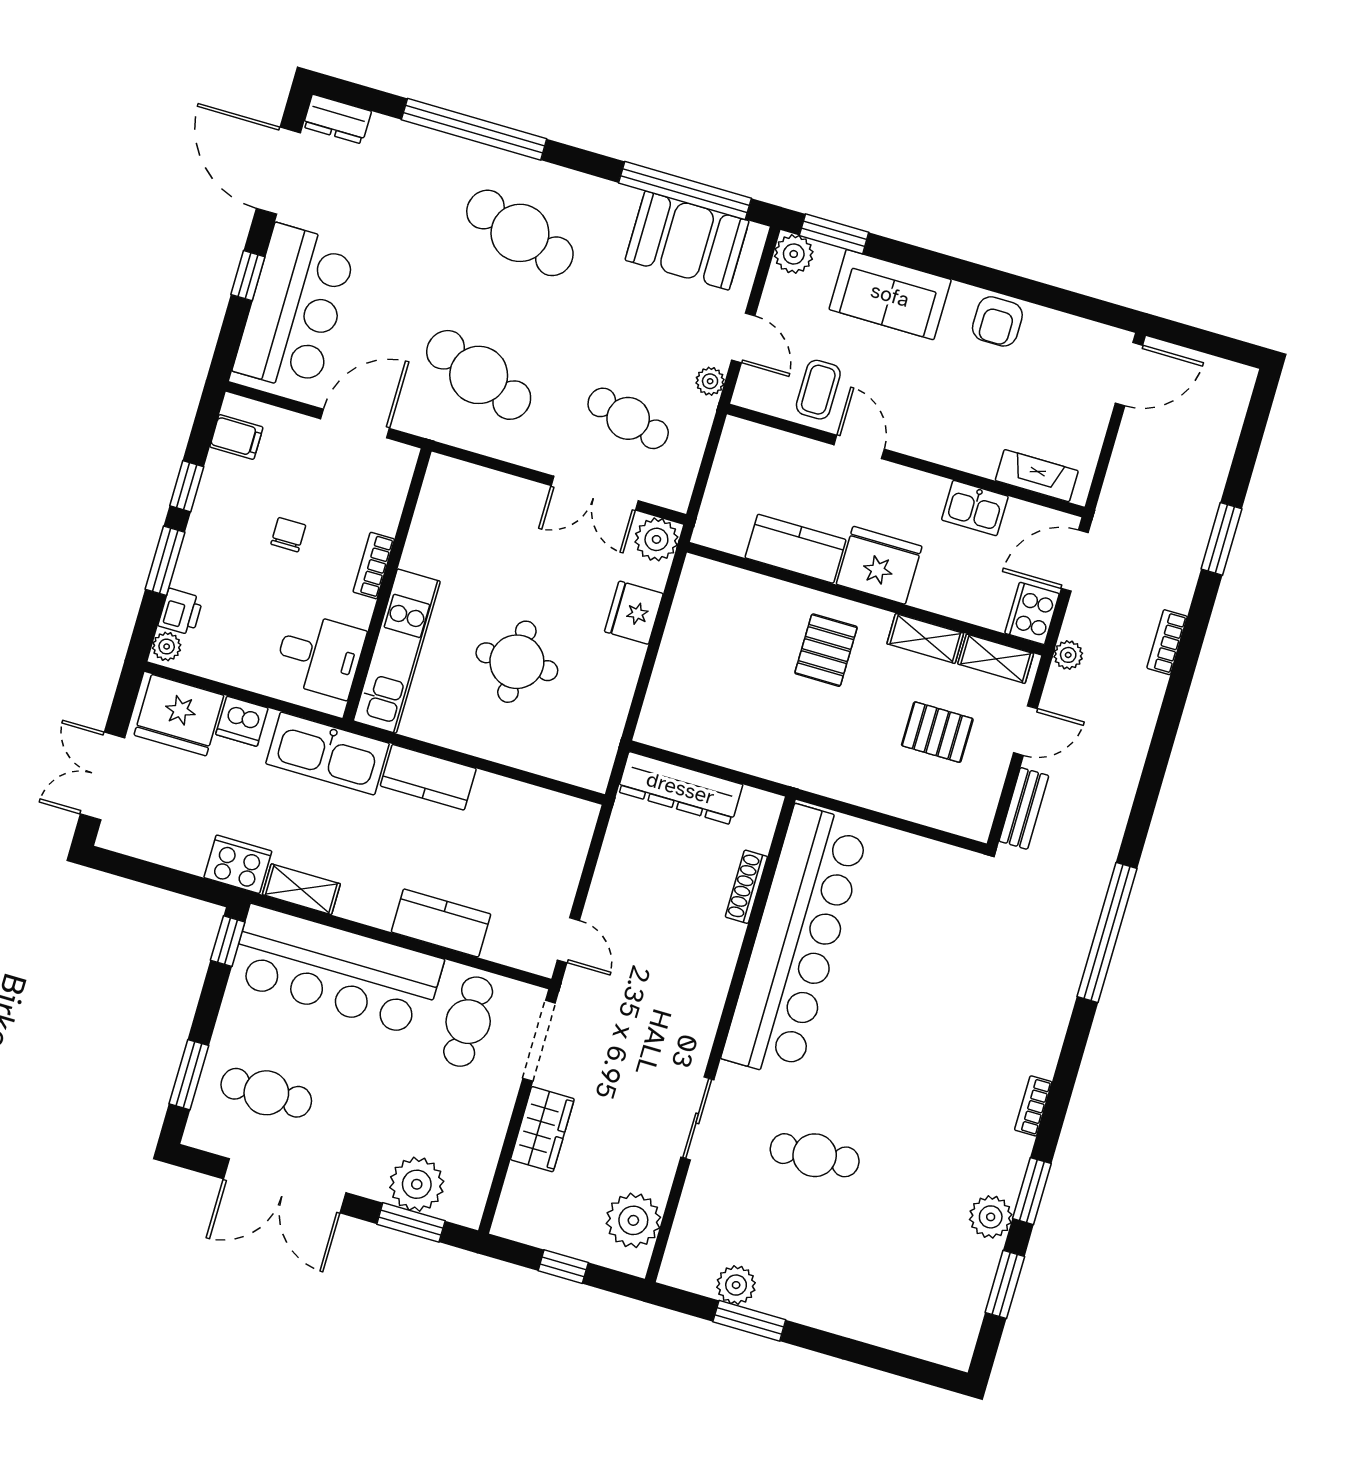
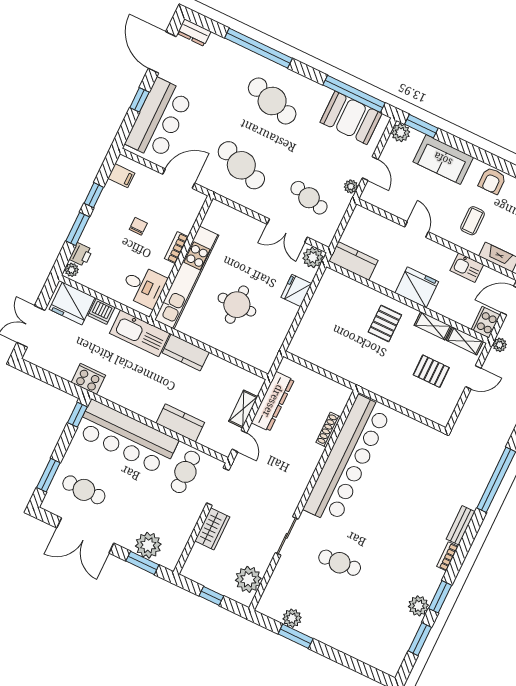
coffee table: (818, 390) -> (472, 221), moved
kitchen counter: (796, 549) -> (353, 261), moved
kitchen unit: (397, 651) -> (187, 278), width x1.36
dresser: (680, 788) -> (273, 401), moved, turned -90
bench: (1024, 808) -> (461, 525), moved
shelving: (301, 889) -> (243, 409), moved, turned 90

